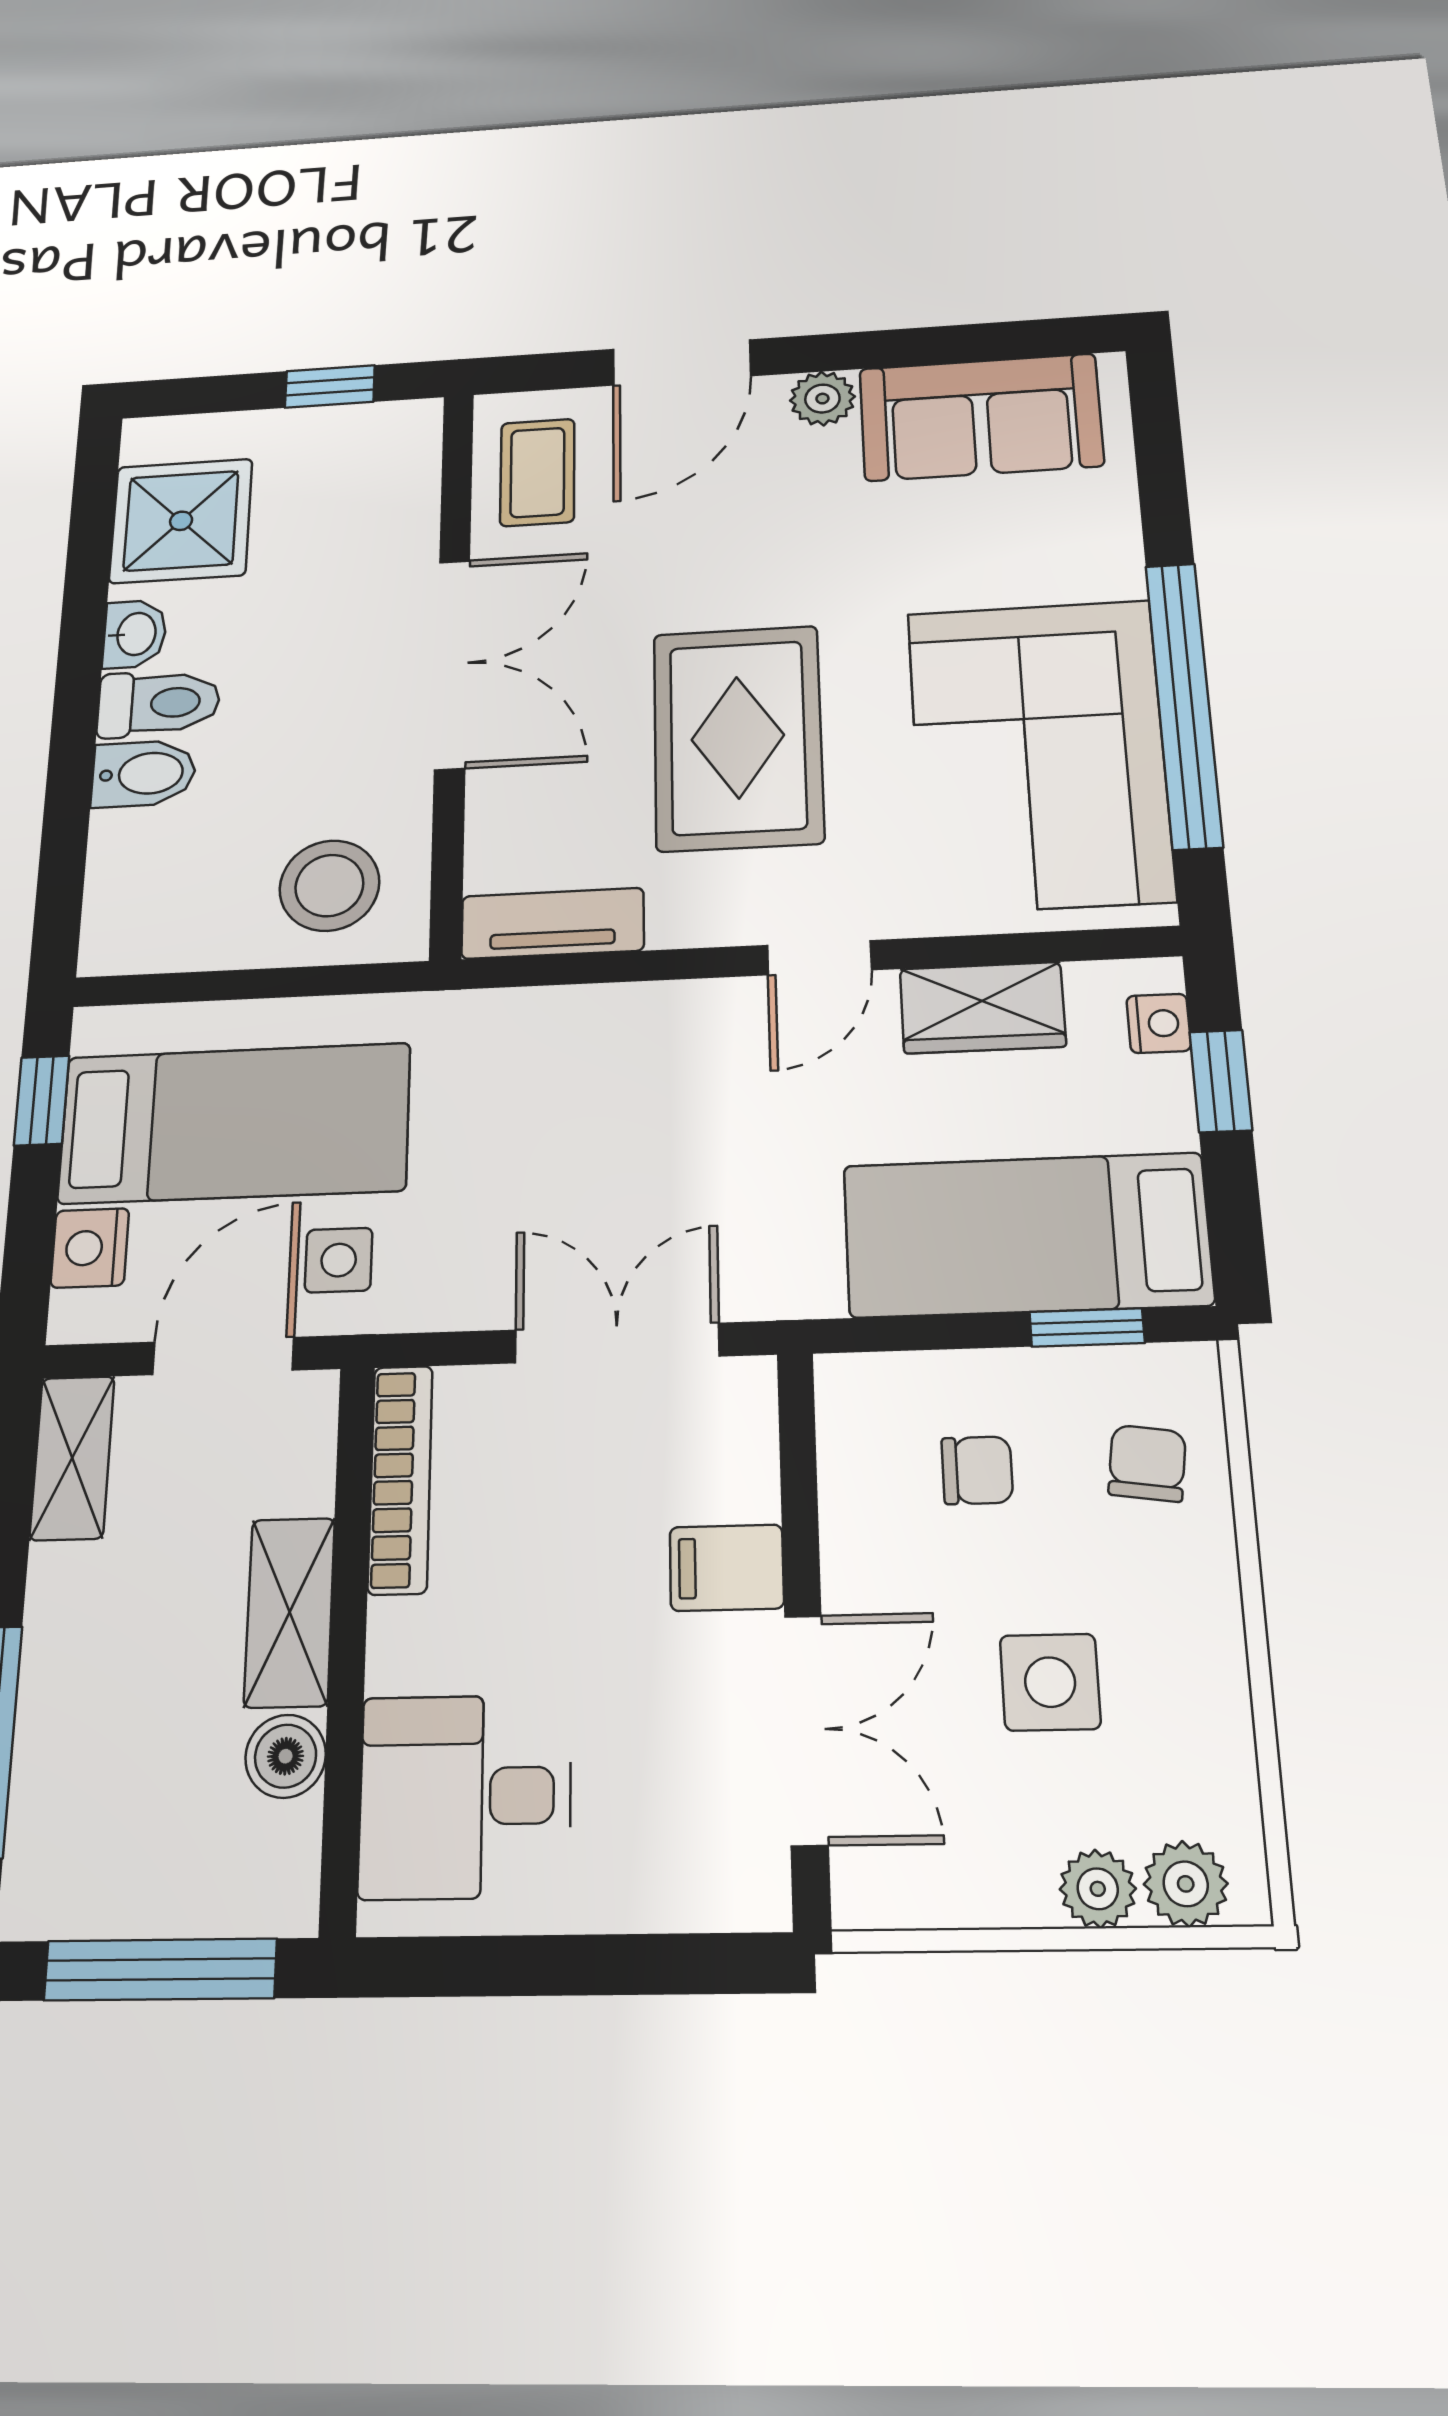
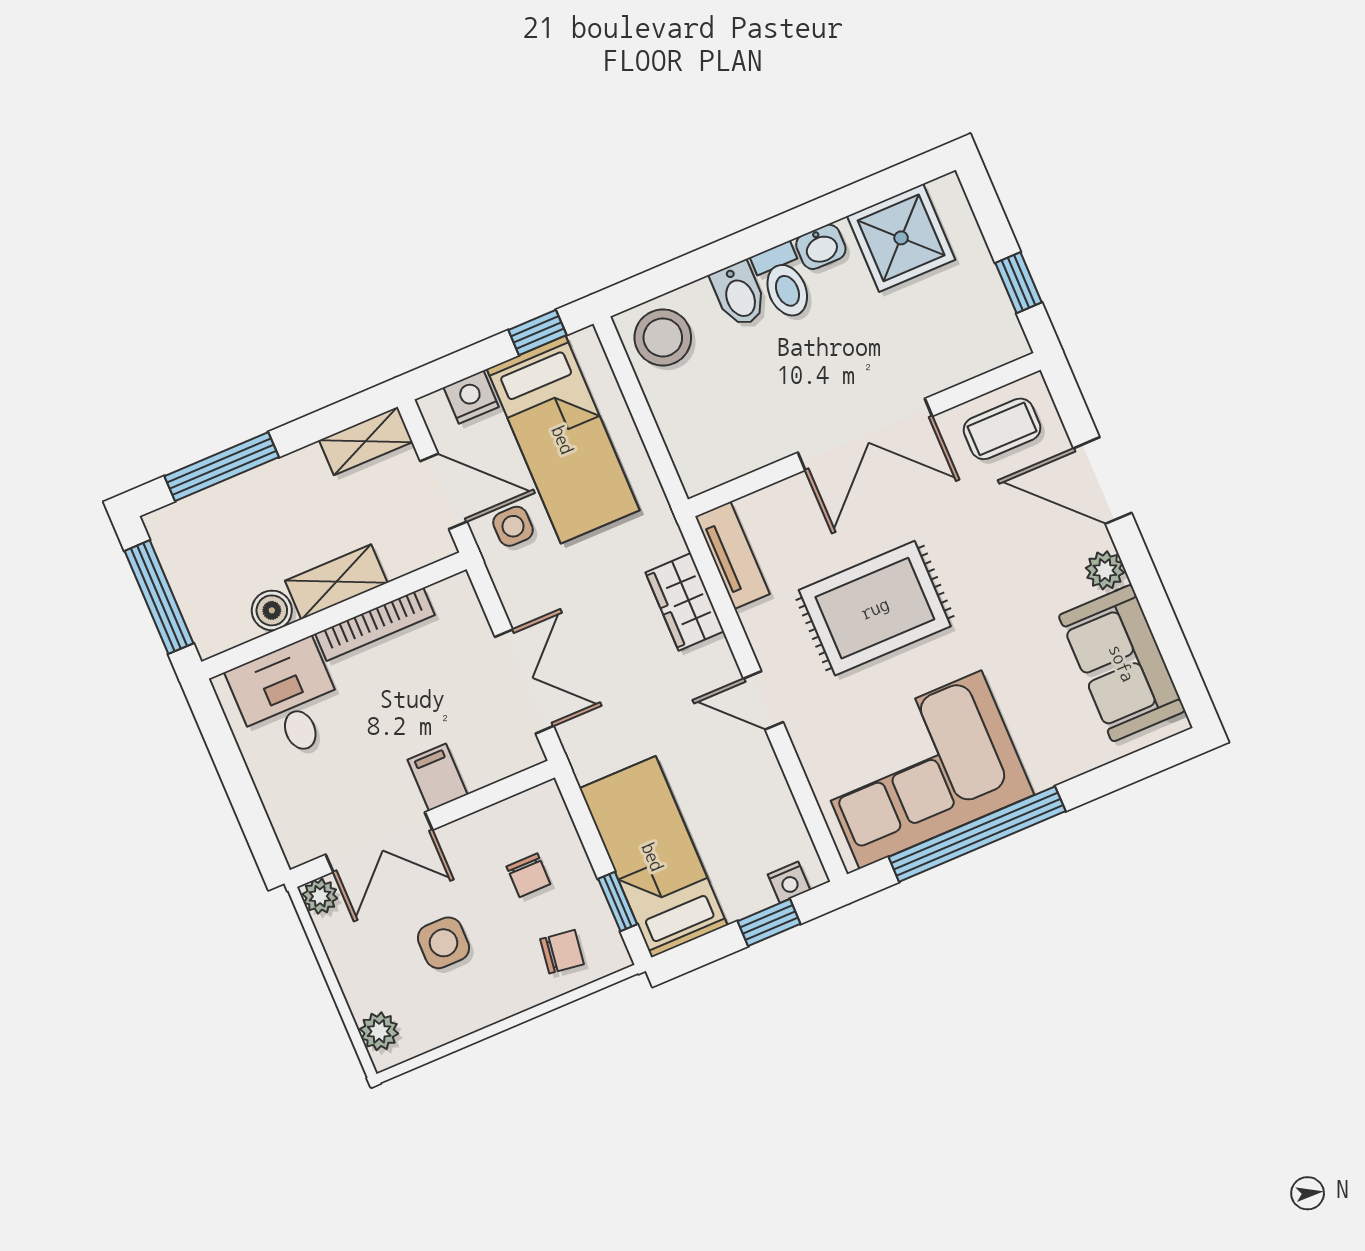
stool: (329, 886) -> (663, 337), moved
wardrobe: (982, 1008) -> (685, 602), moved
bookcase: (400, 1479) -> (375, 624), moved
plant: (1098, 1889) -> (320, 896), moved

